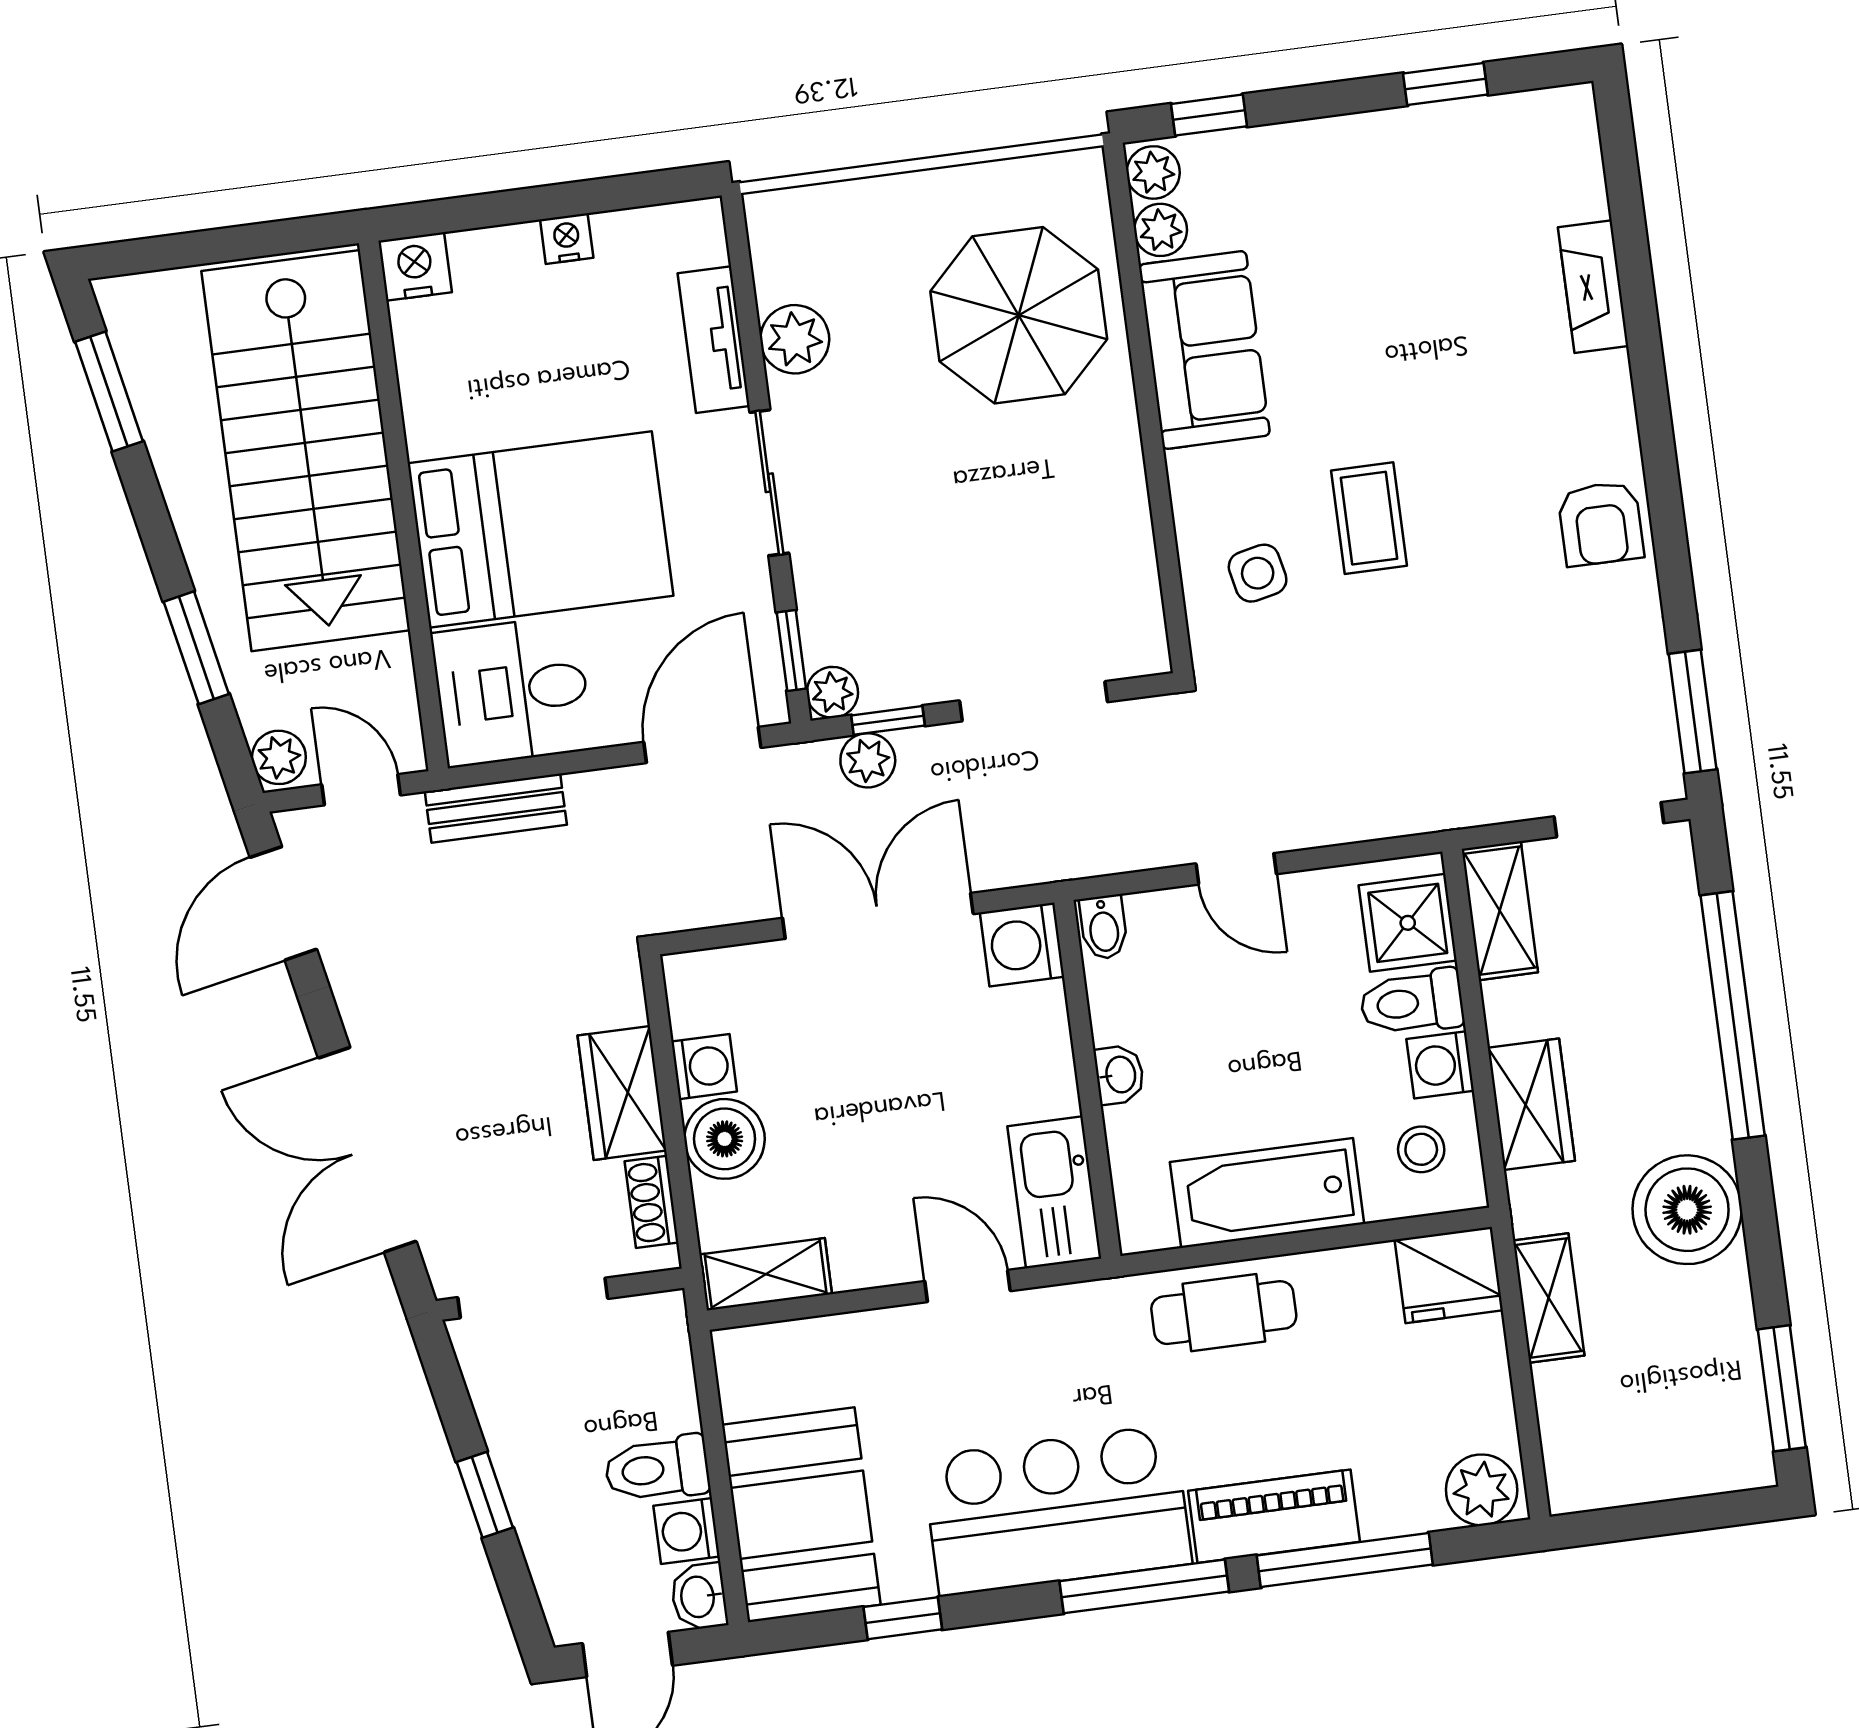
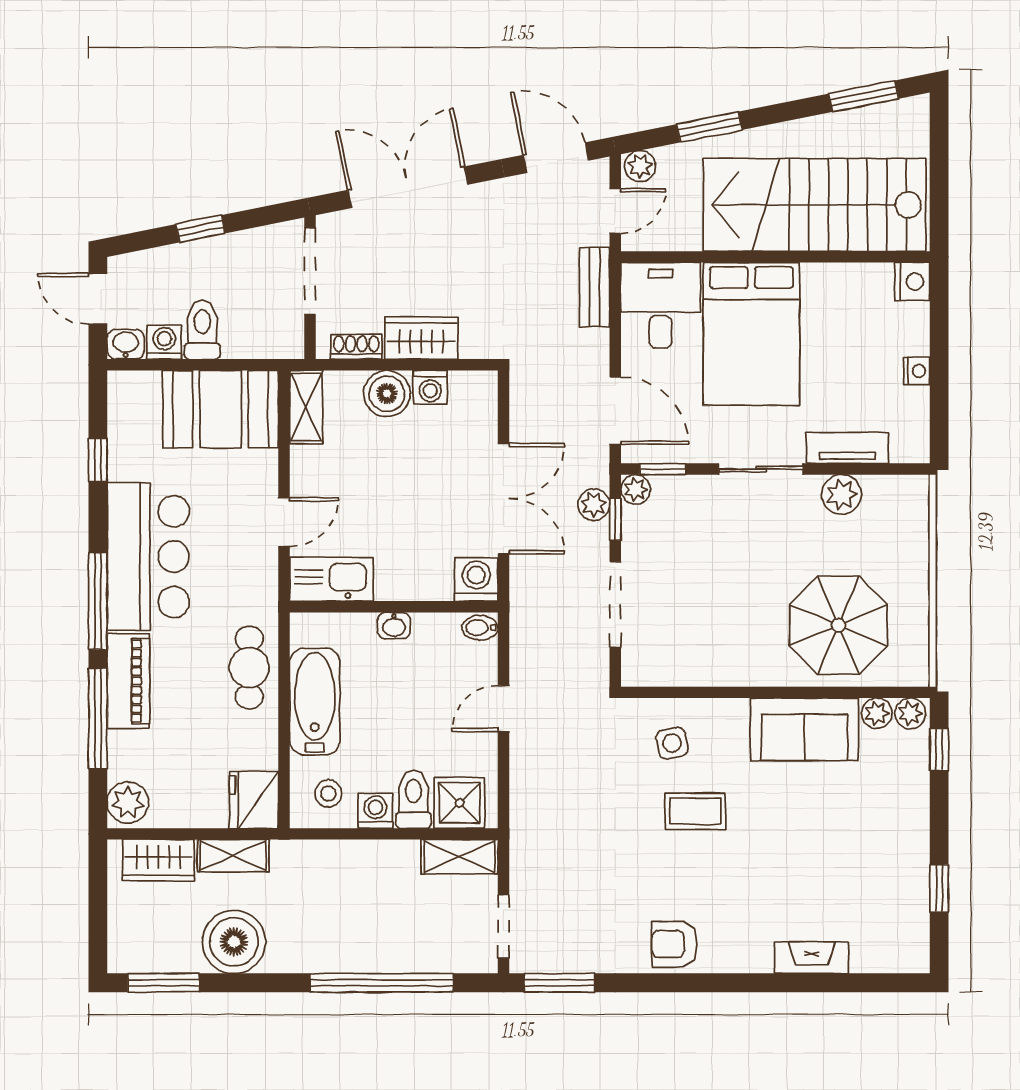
wardrobe: (1531, 1104) -> (158, 860), moved
boiler: (1687, 1210) -> (234, 942), moved
booth: (801, 1515) -> (221, 409), moved

